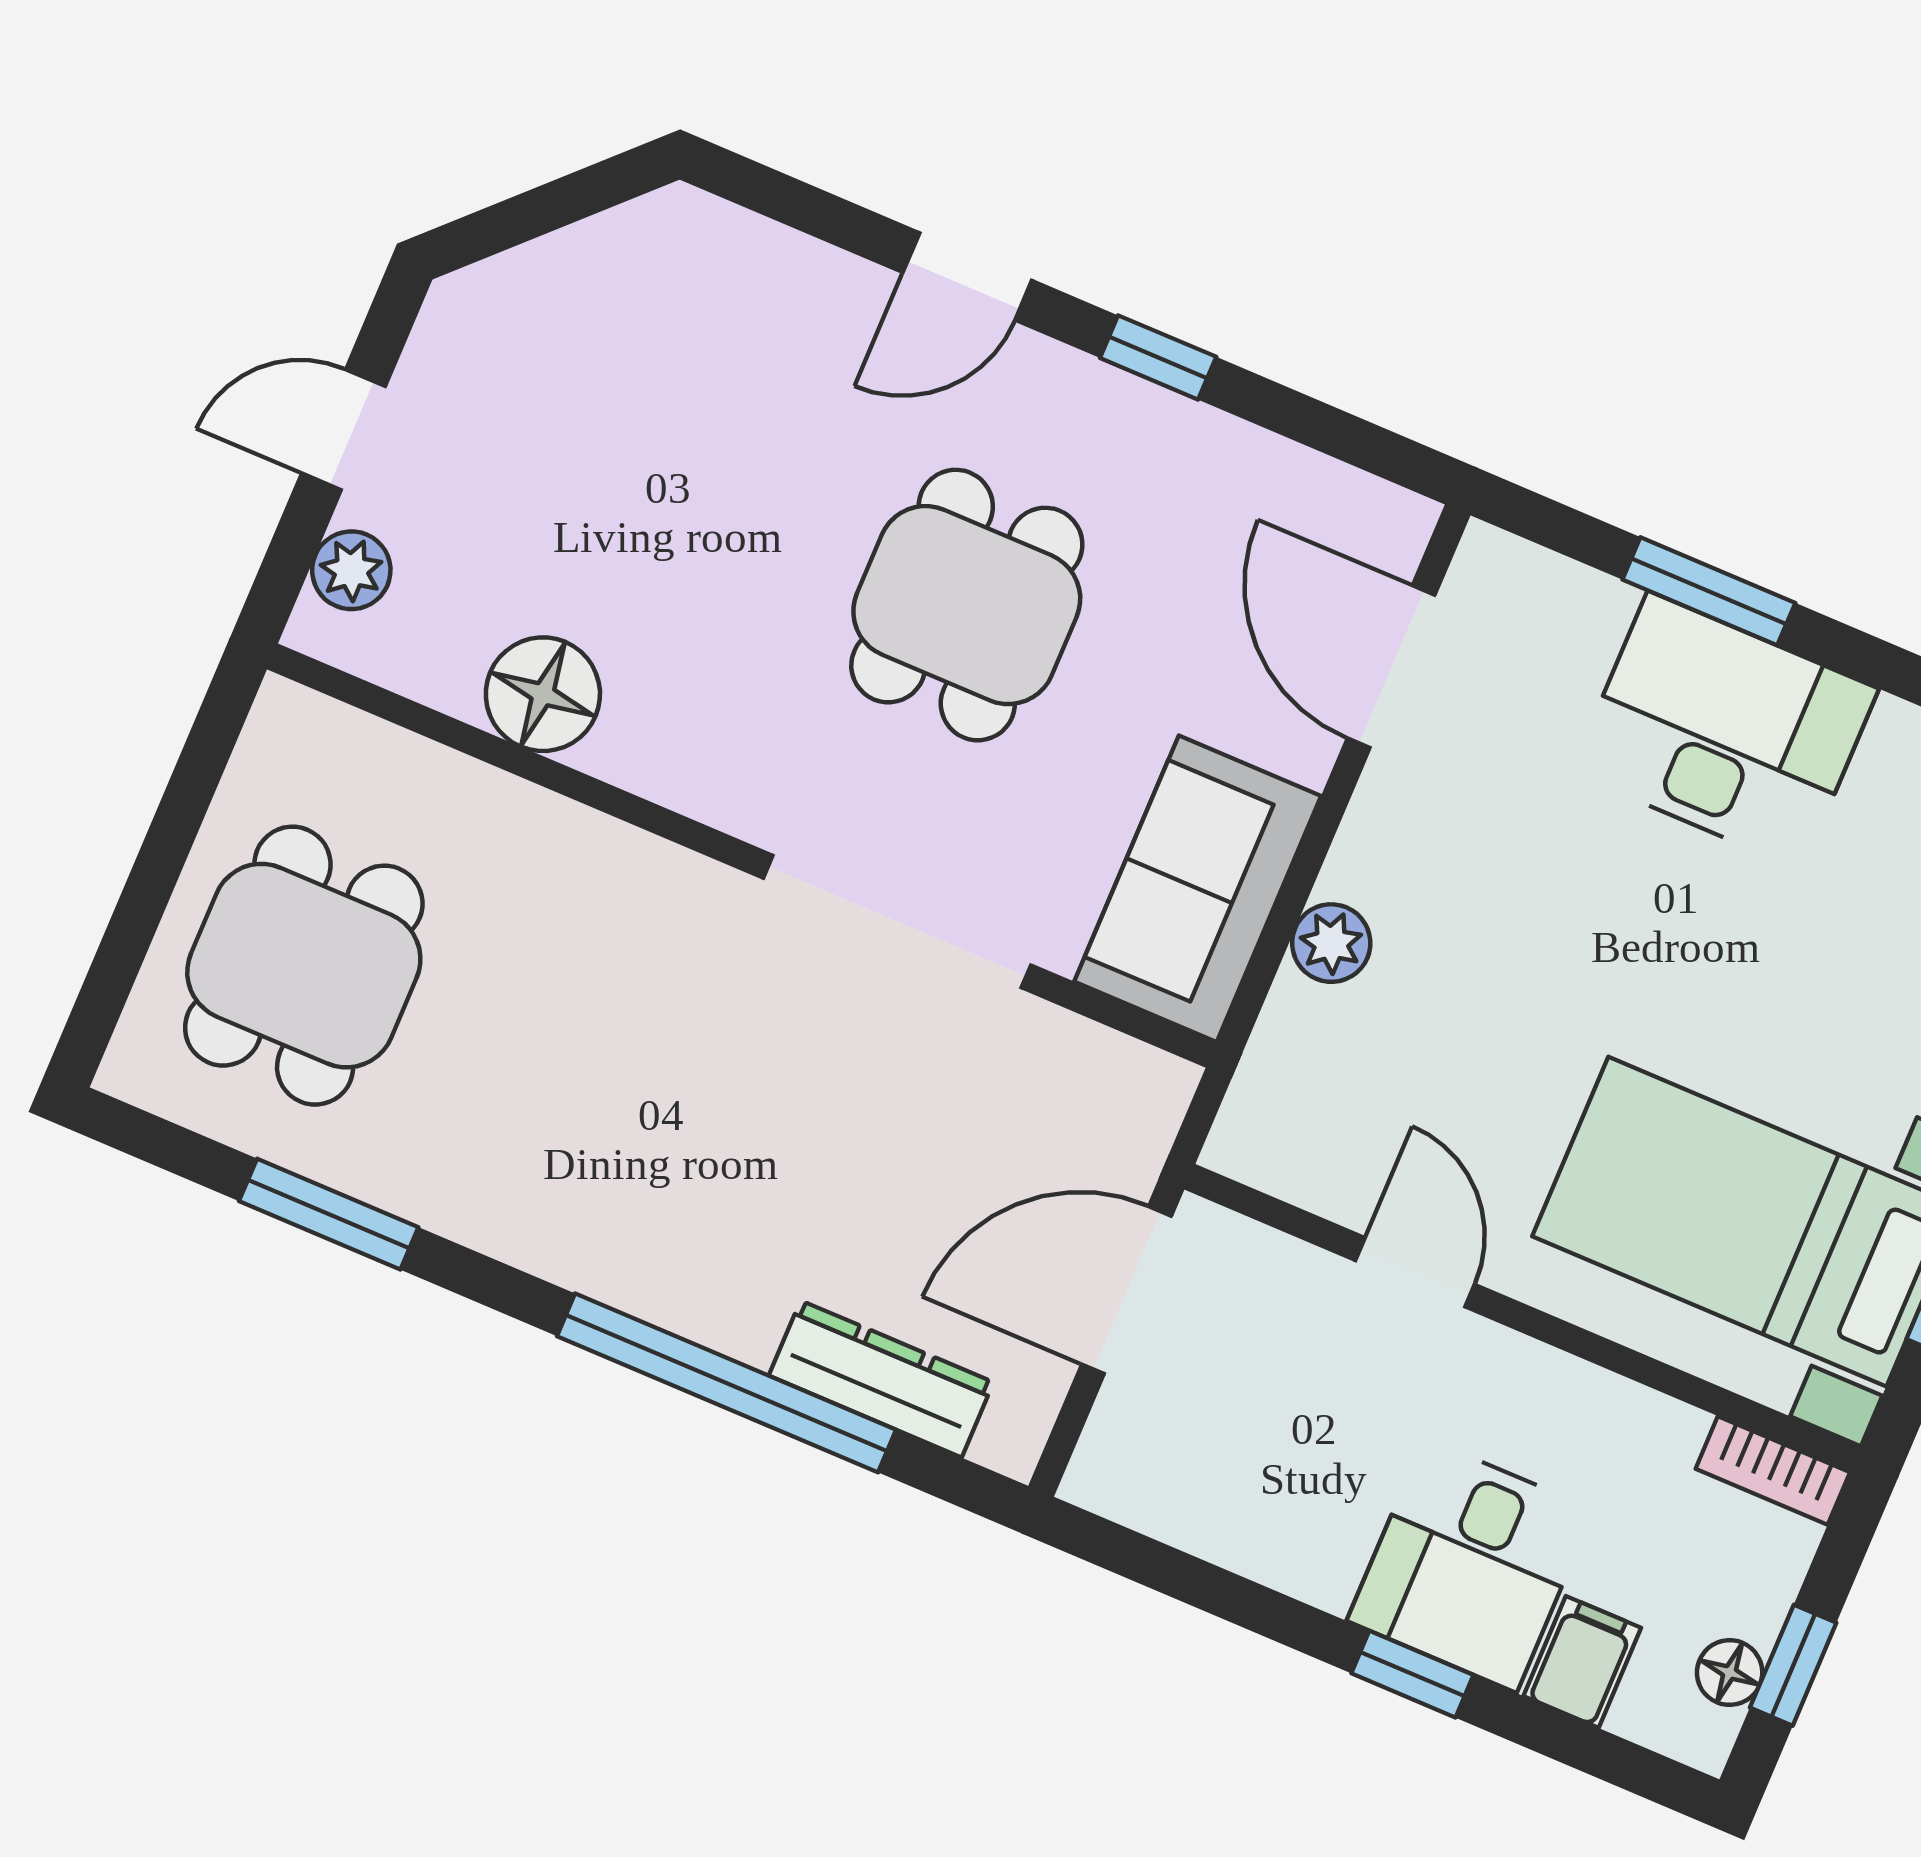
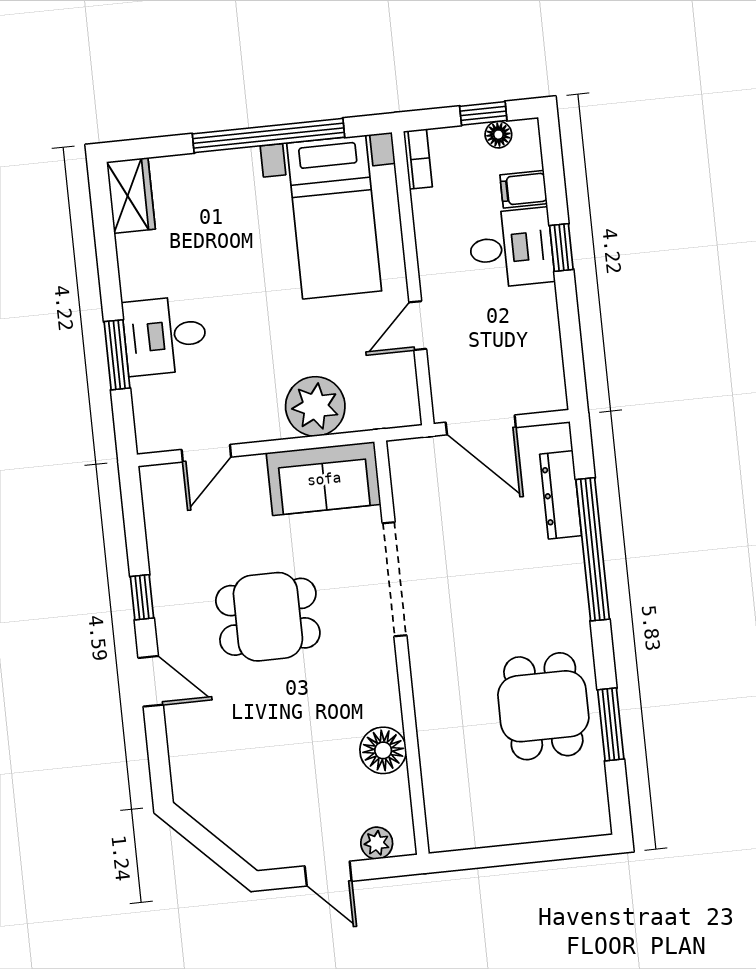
door: (1391, 667) -> (206, 453), width x0.73
desk: (1725, 731) -> (165, 336), width x0.73
plant: (1331, 943) -> (315, 406), width x1.88, depth x1.88
dining table: (304, 966) -> (543, 706), moved, turned 90

